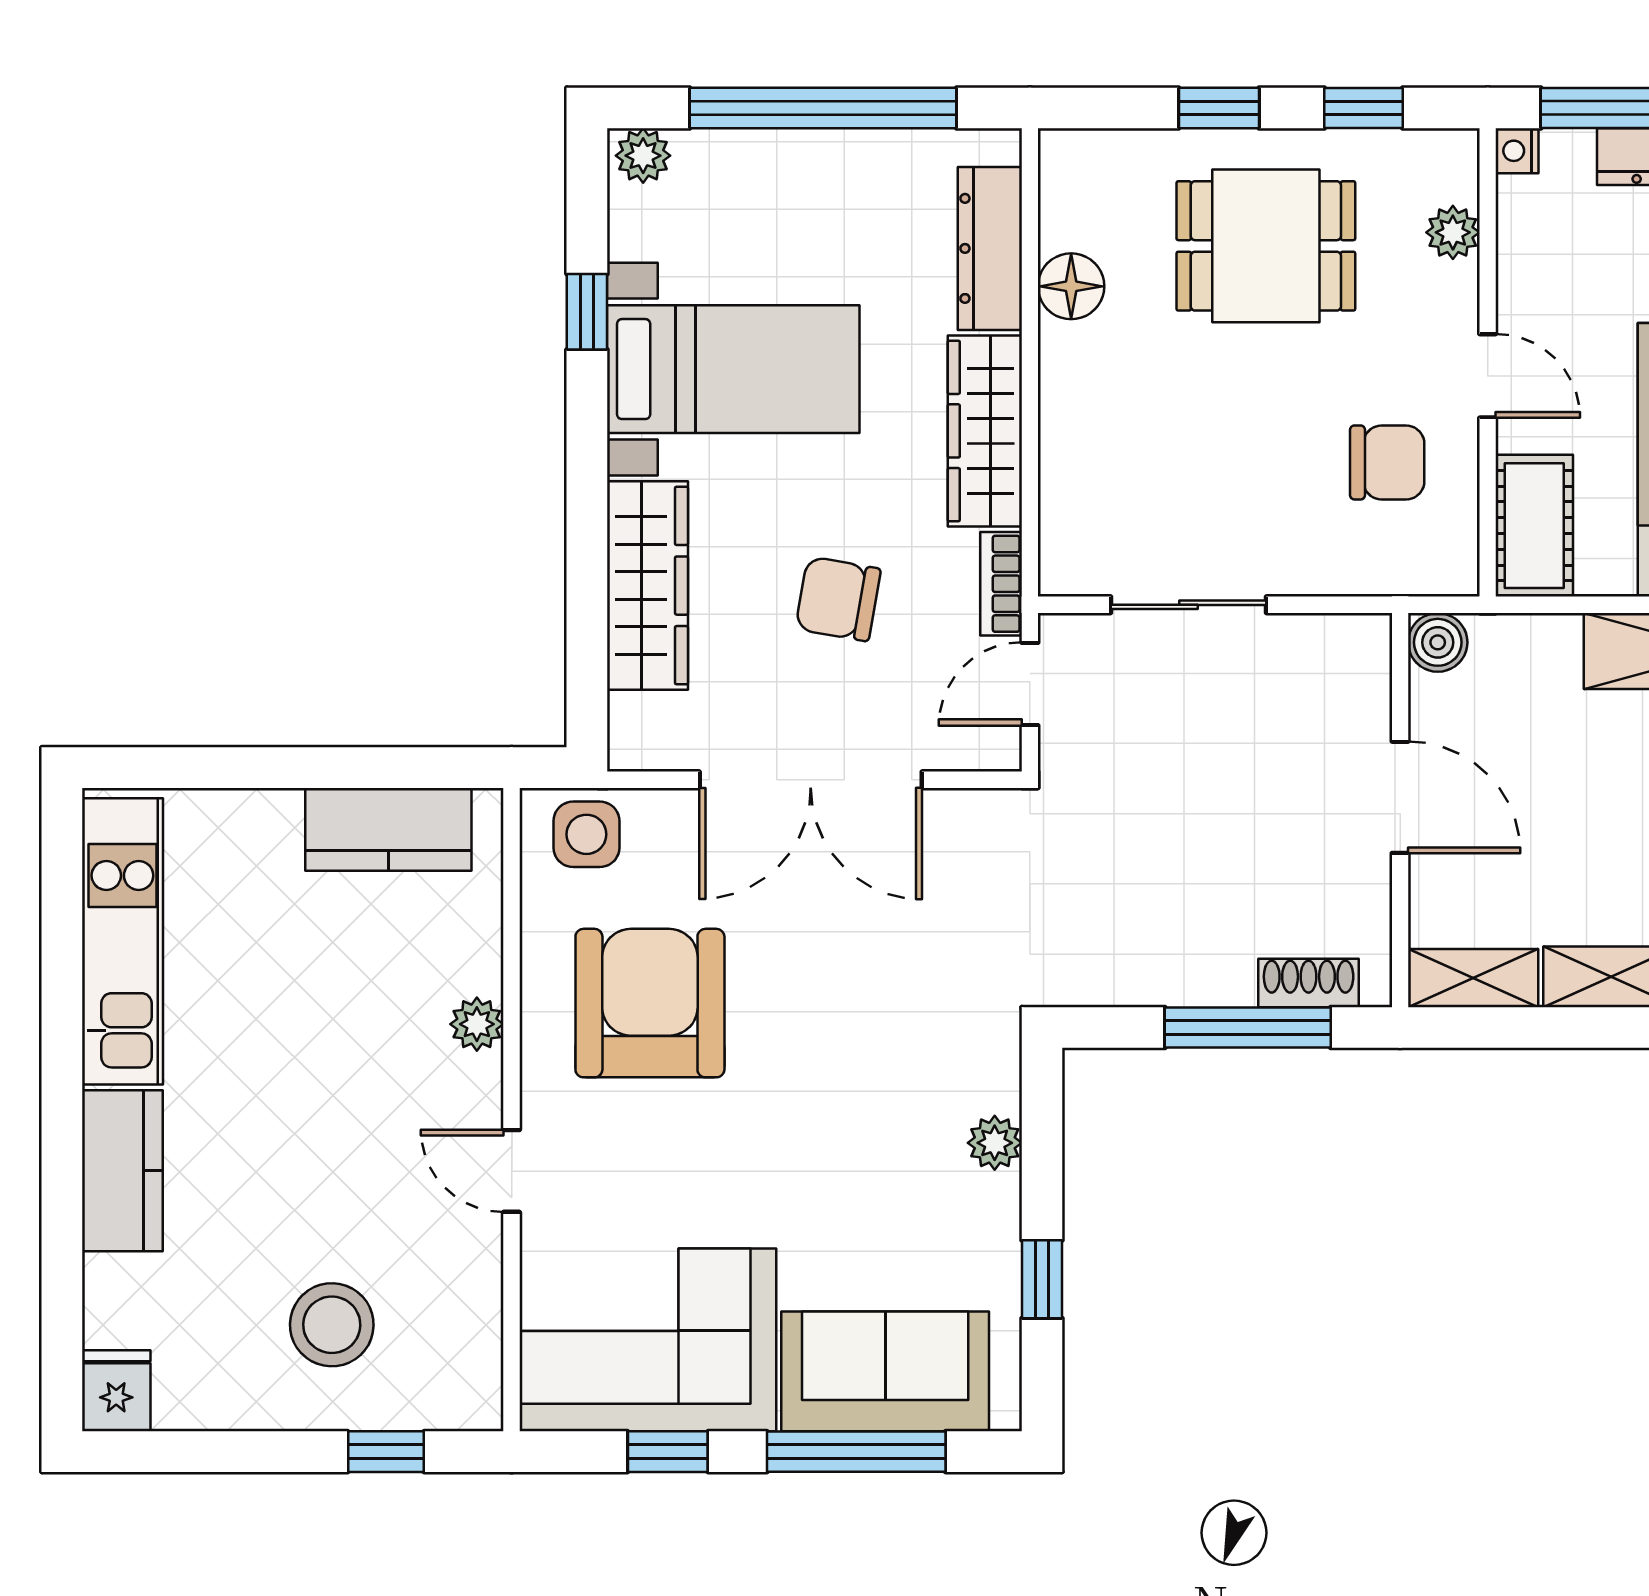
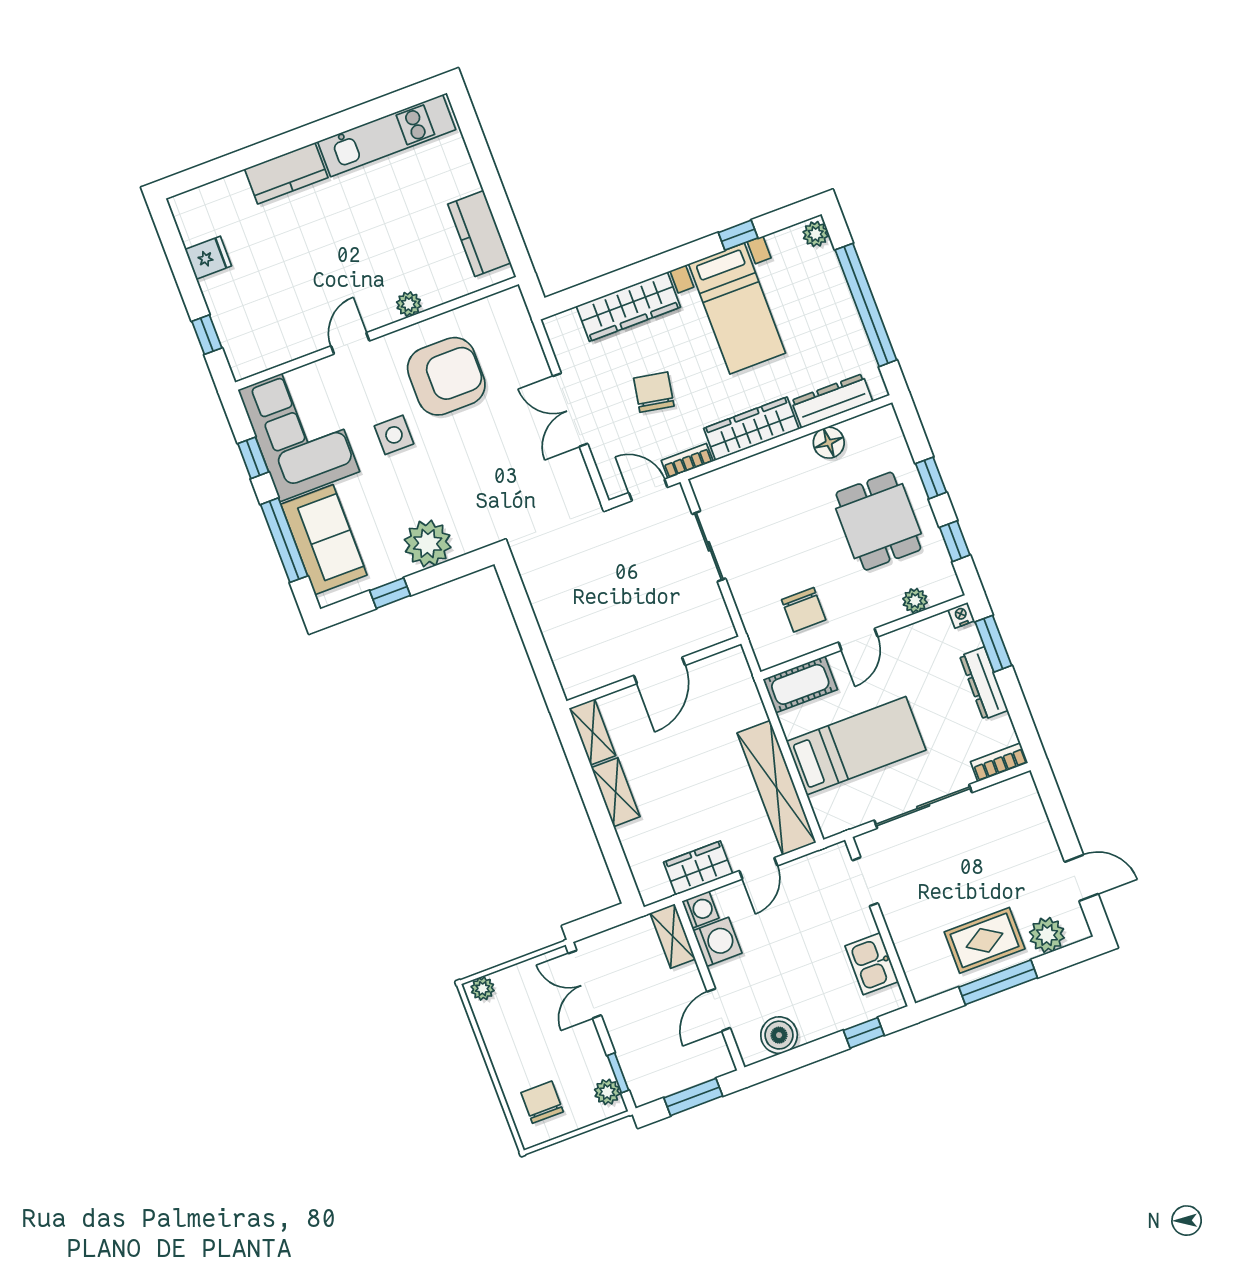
boiler: (1438, 642) -> (733, 661), removed
double door: (811, 780) -> (570, 410), width x0.73
side table: (586, 834) -> (394, 435), moved
shoe rack: (1309, 983) -> (563, 661), removed
window: (1248, 1028) -> (534, 642), removed
plant: (995, 1143) -> (428, 543), width x1.88, depth x1.88
stool: (332, 1325) -> (253, 290), removed
fridge: (116, 1391) -> (208, 258), moved

